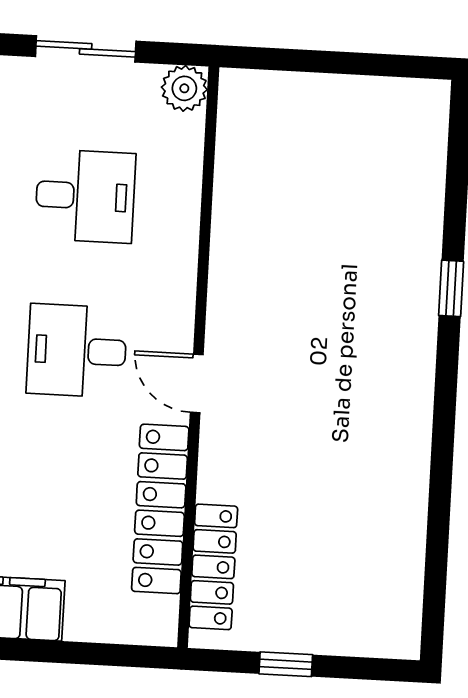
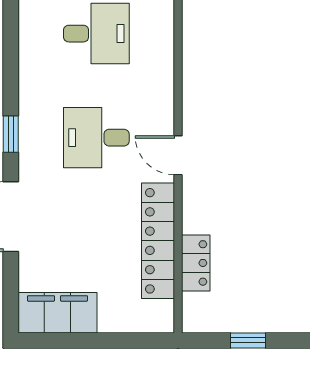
locker: (213, 567) -> (196, 263), width x0.66

